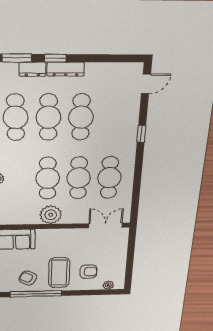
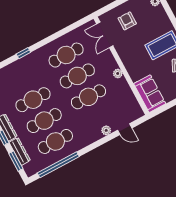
dresser: (32, 69) -> (20, 151), width x1.44
plant: (51, 215) -> (118, 73), width x0.53, depth x0.53
armchair: (88, 272) -> (127, 21), moved

